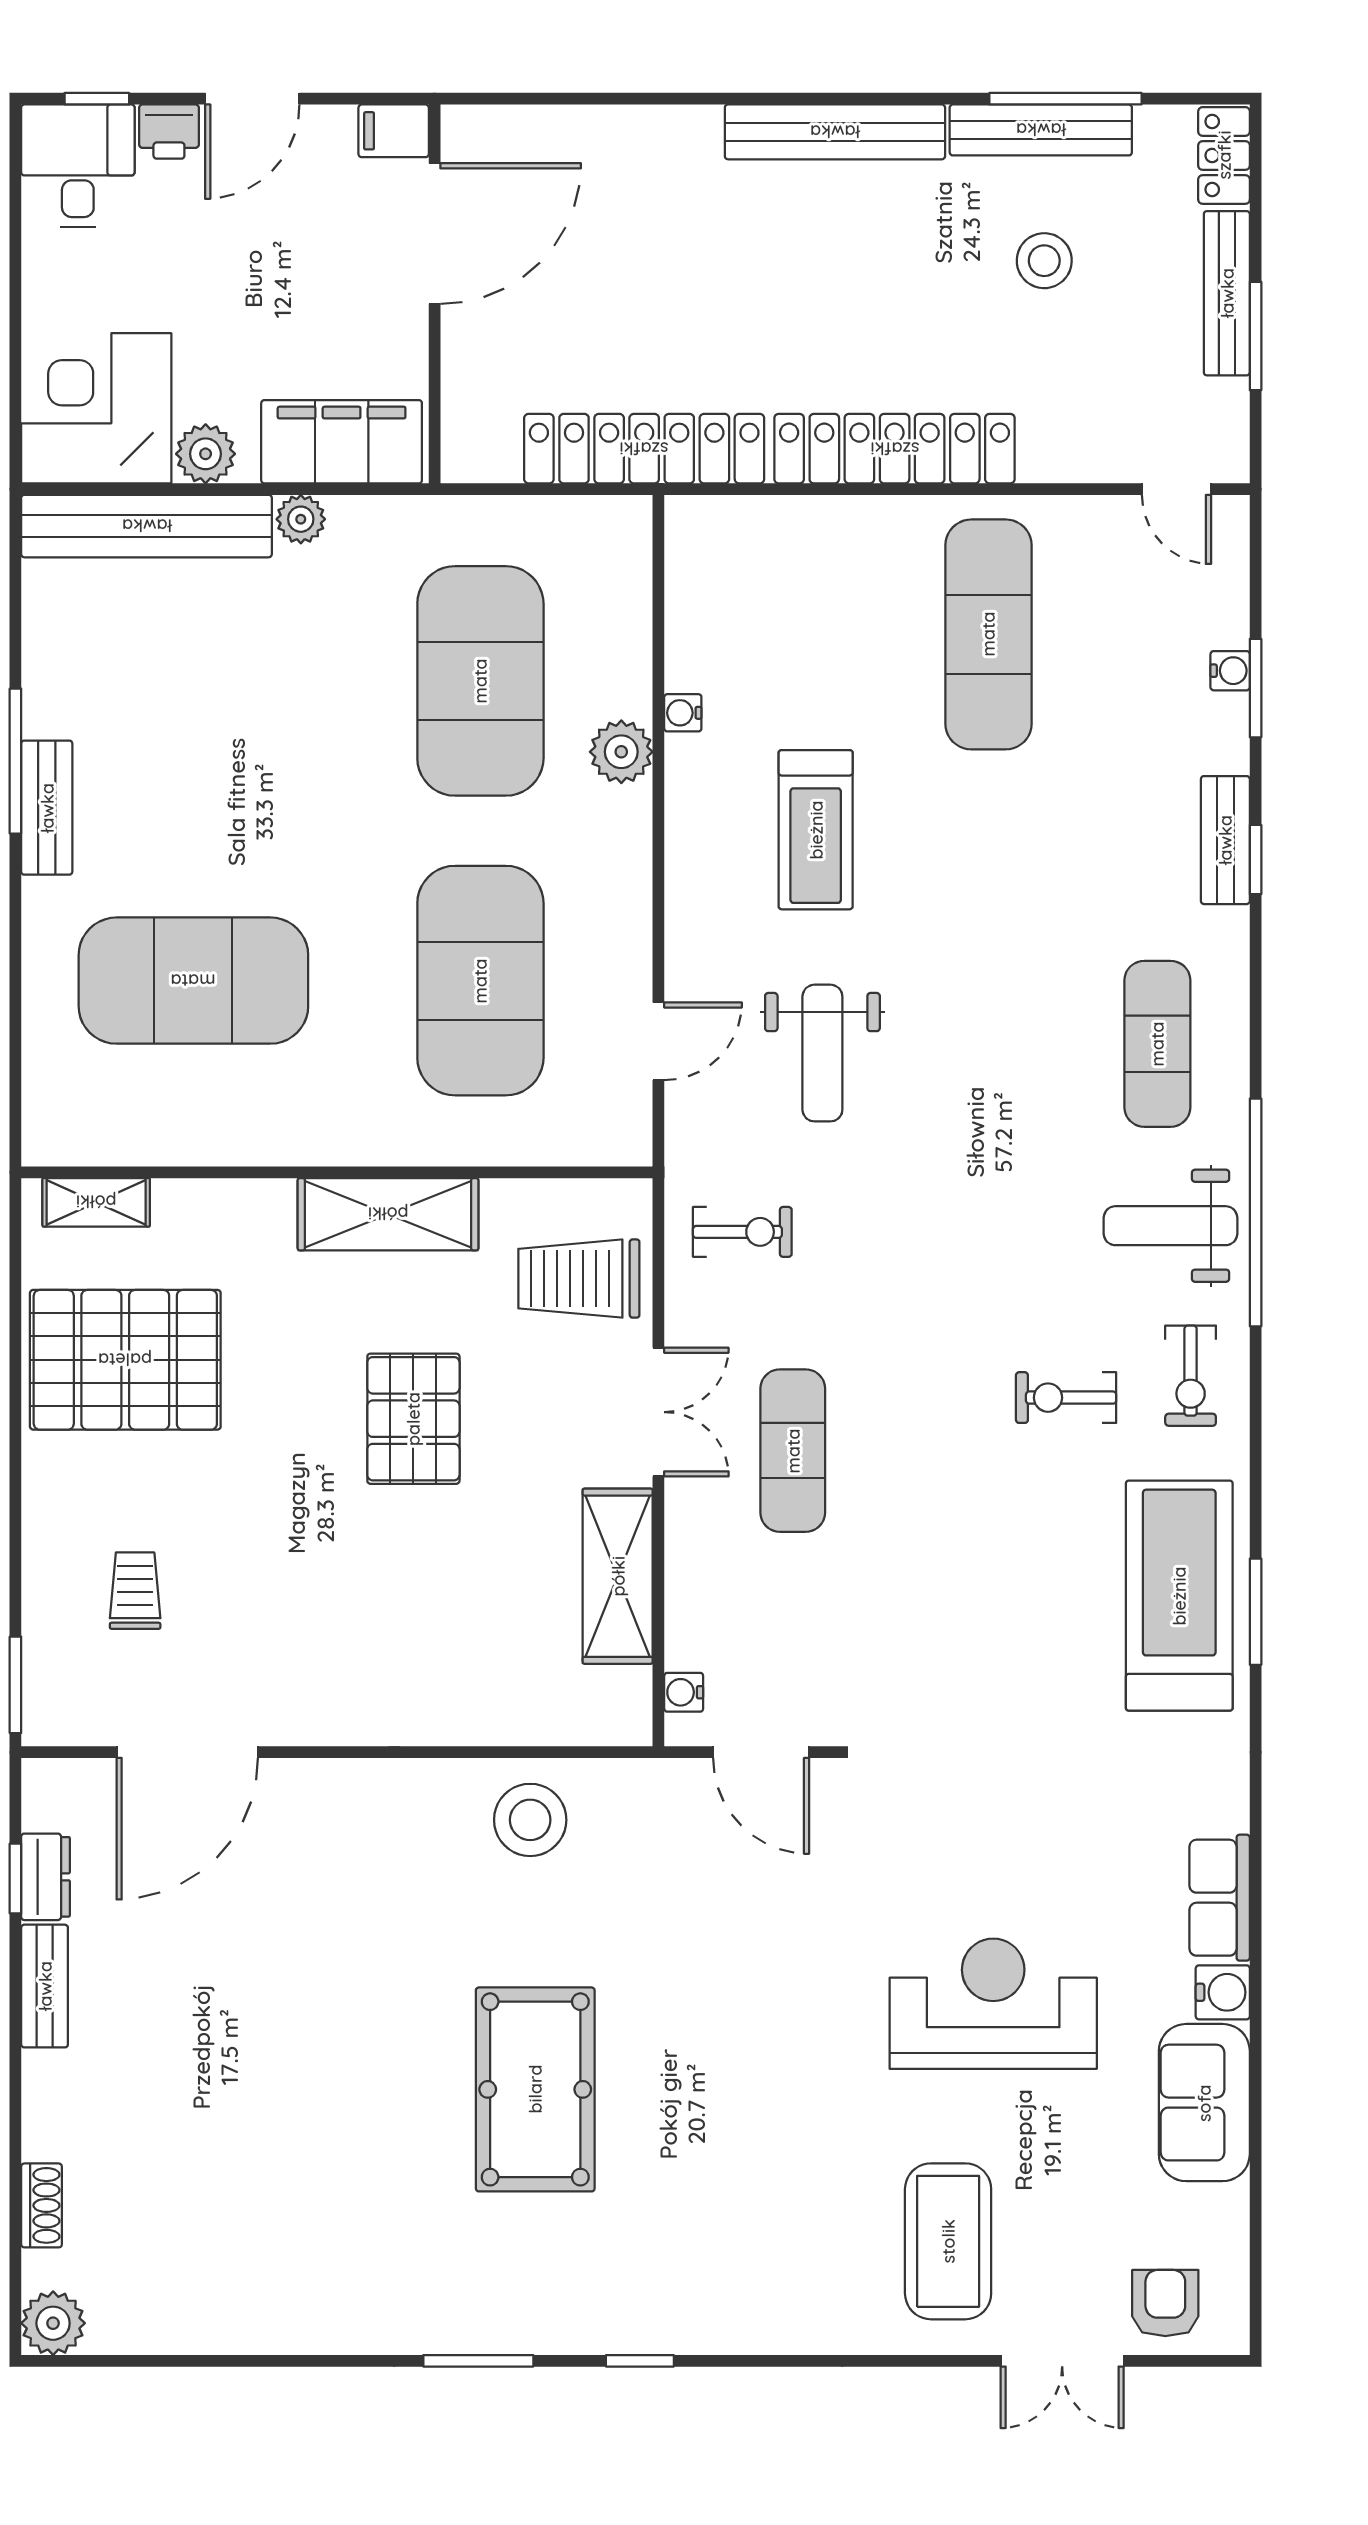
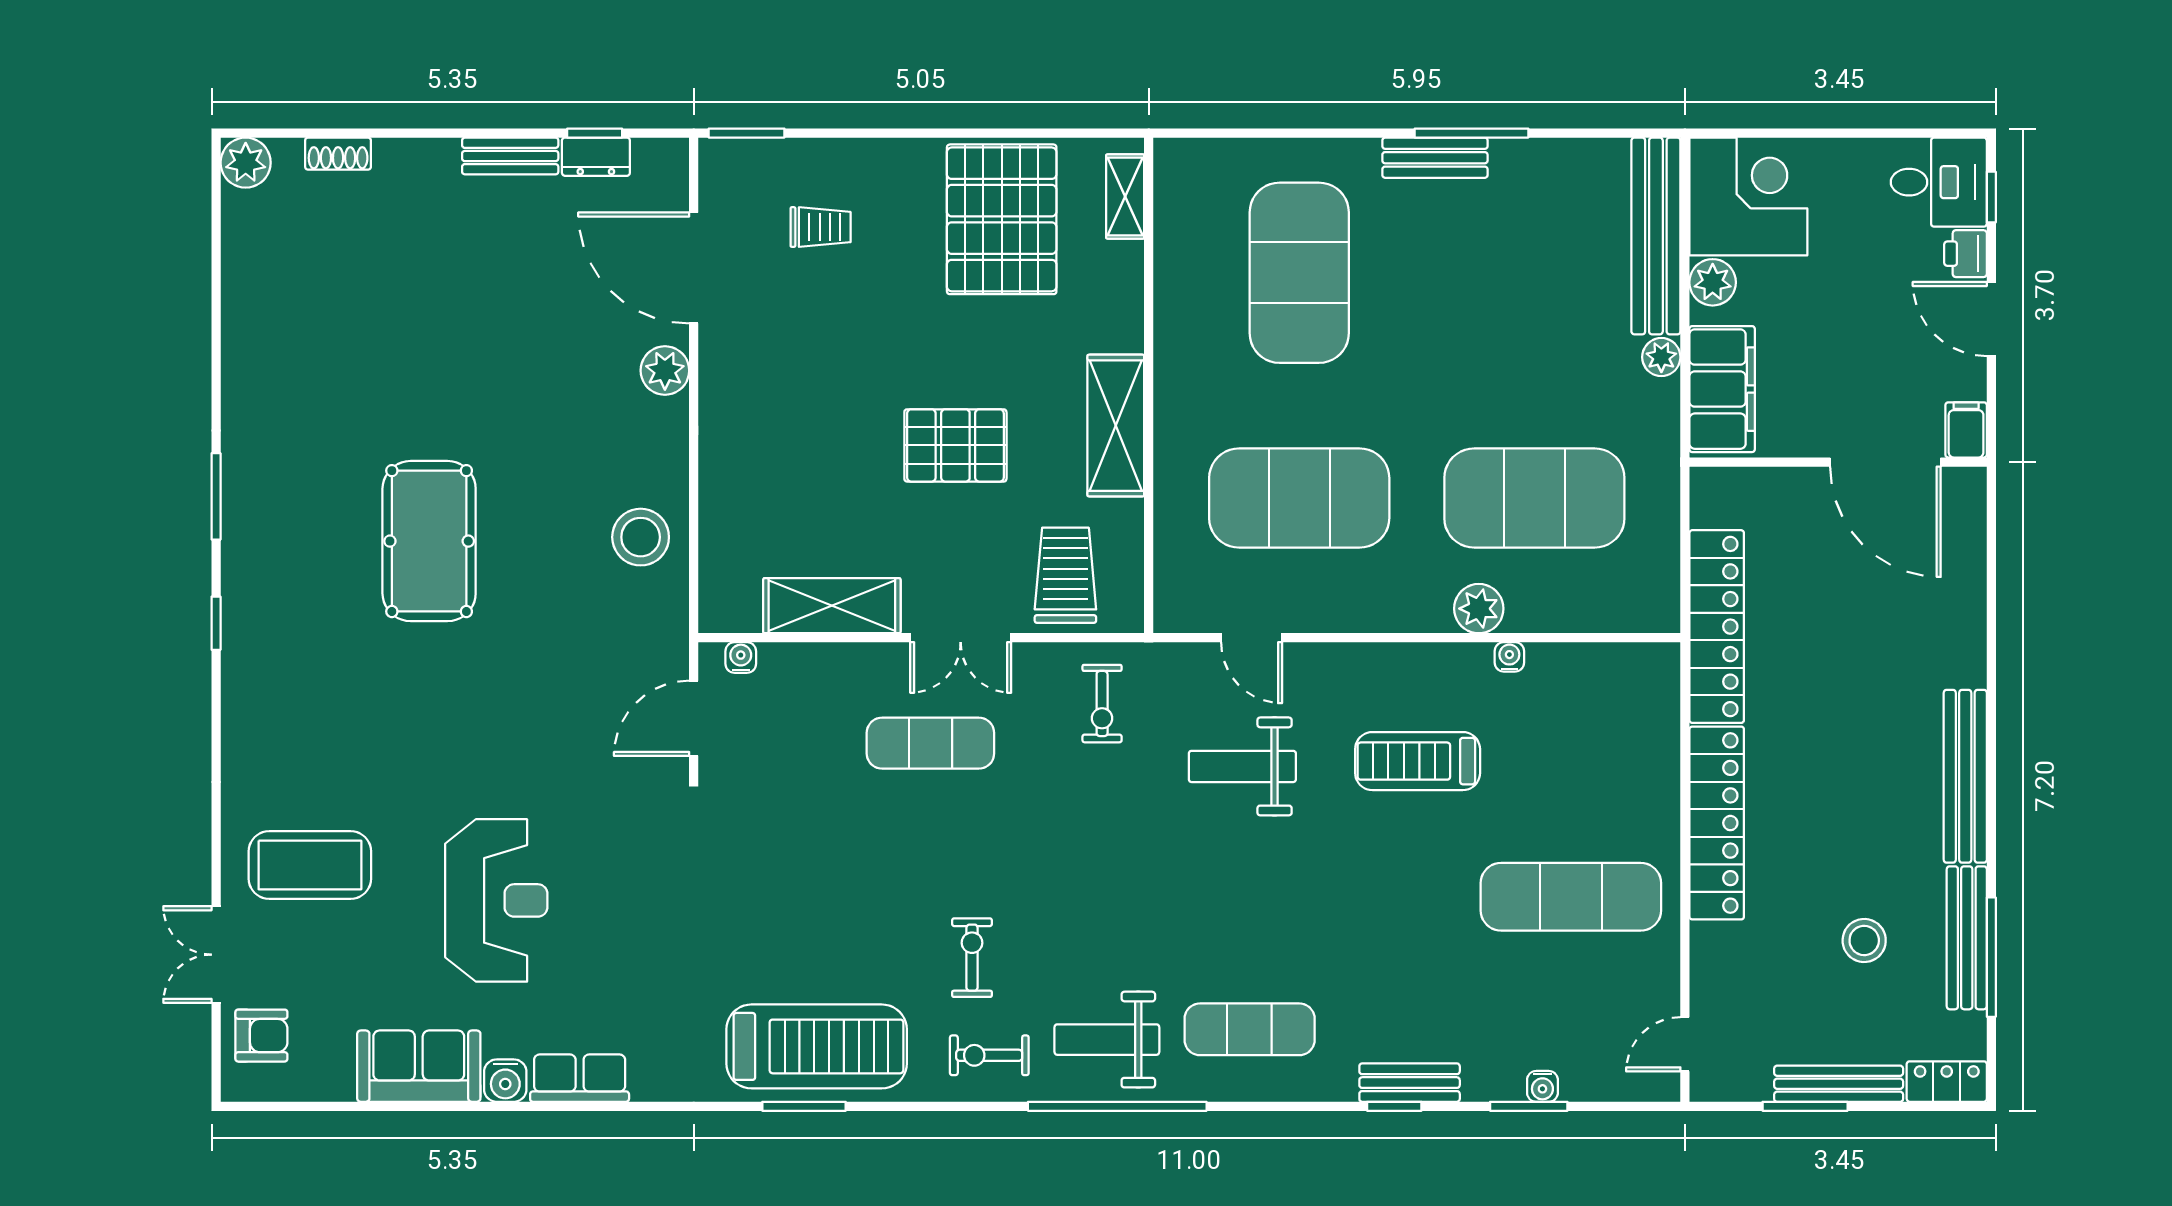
weight bench: (1170, 1226) -> (1107, 1040), turned -90
plant: (318, 1789) -> (665, 370), added
pool table: (535, 2089) -> (429, 541), turned 90

